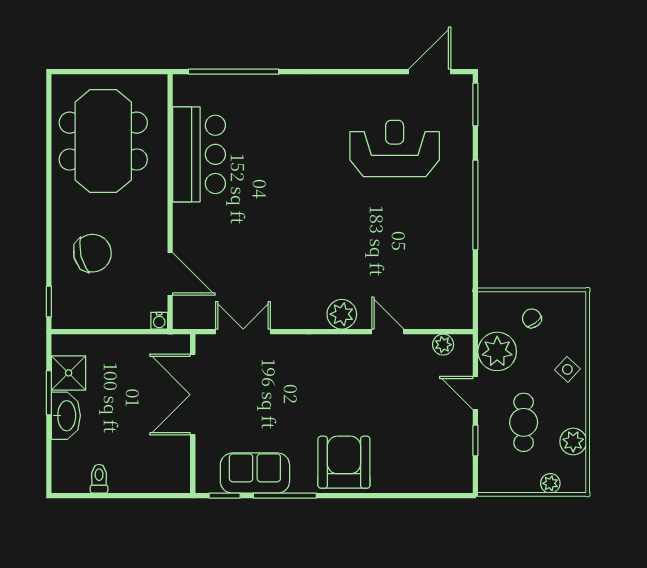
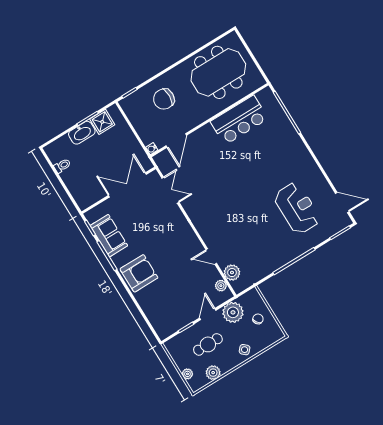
chair: (92, 253) -> (164, 99), turned 106
plant: (342, 314) -> (232, 273), moved
door: (388, 332) -> (211, 257), swing flipped

